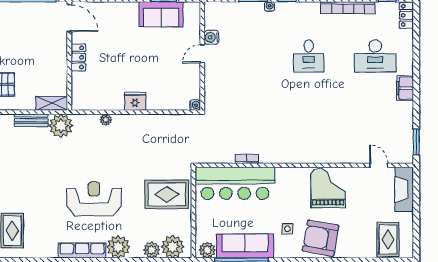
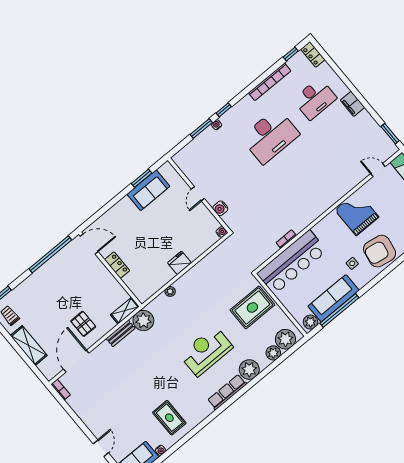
water cooler: (211, 37) -> (220, 208), moved
desk: (309, 56) -> (270, 136), width x1.87, depth x1.30

